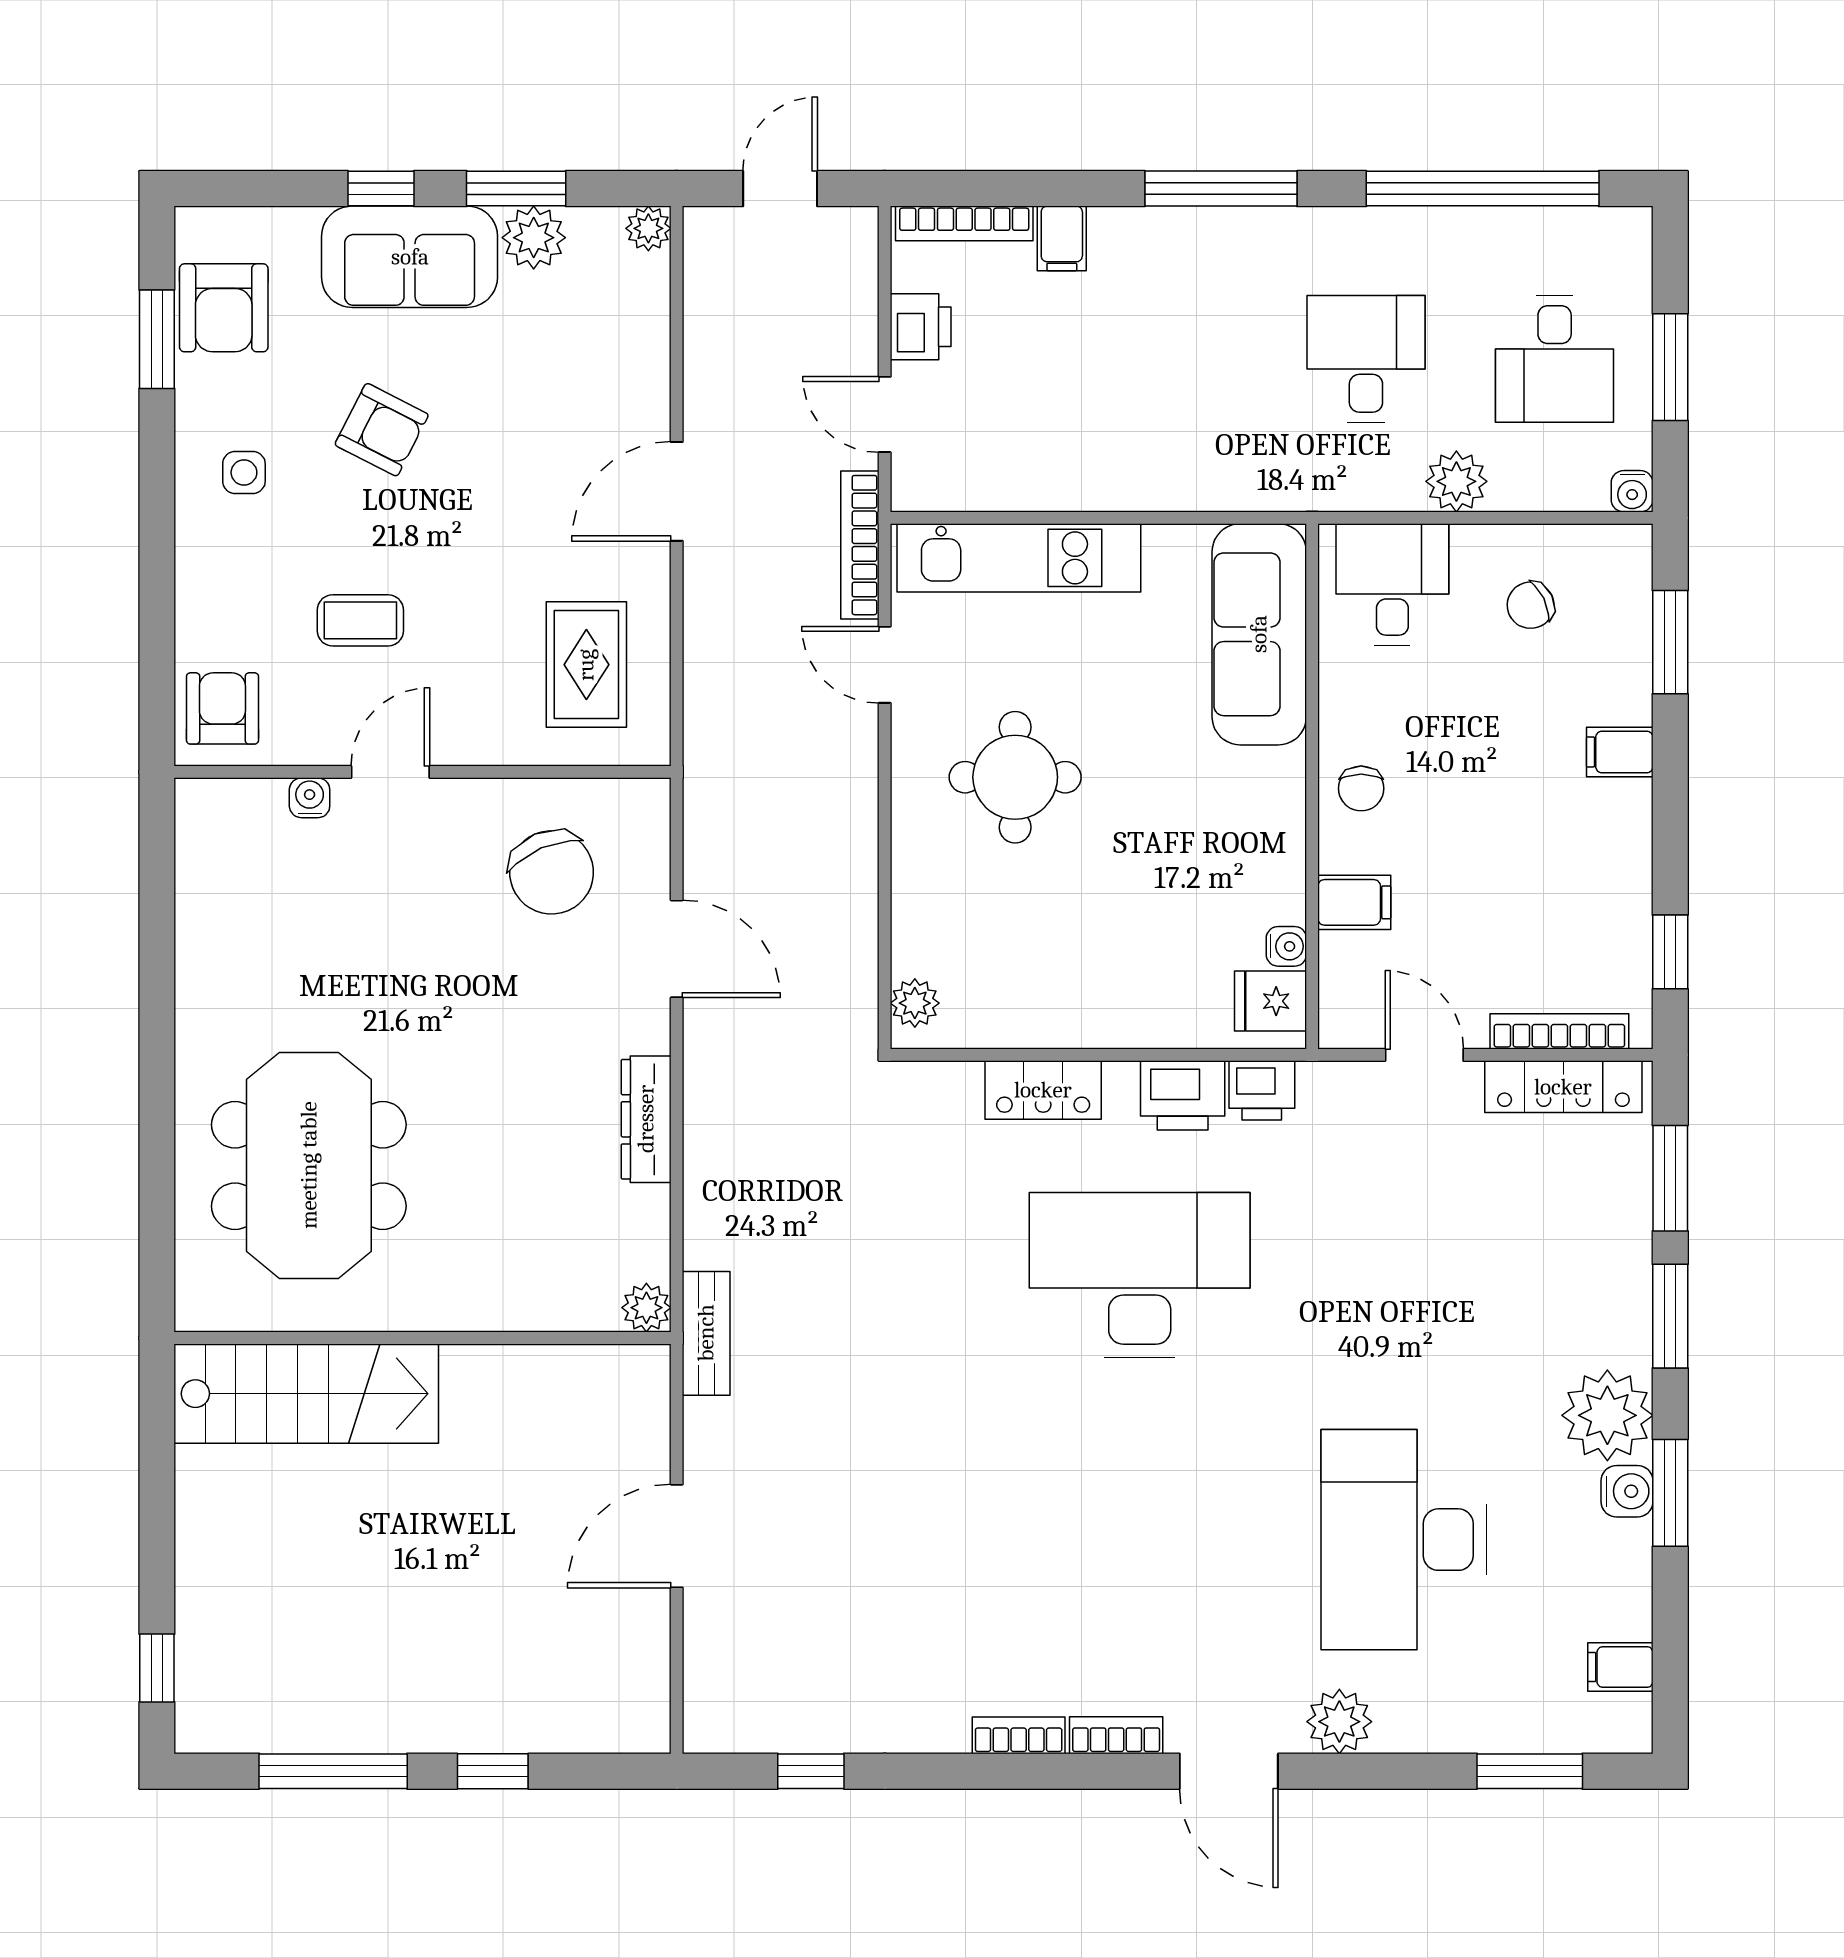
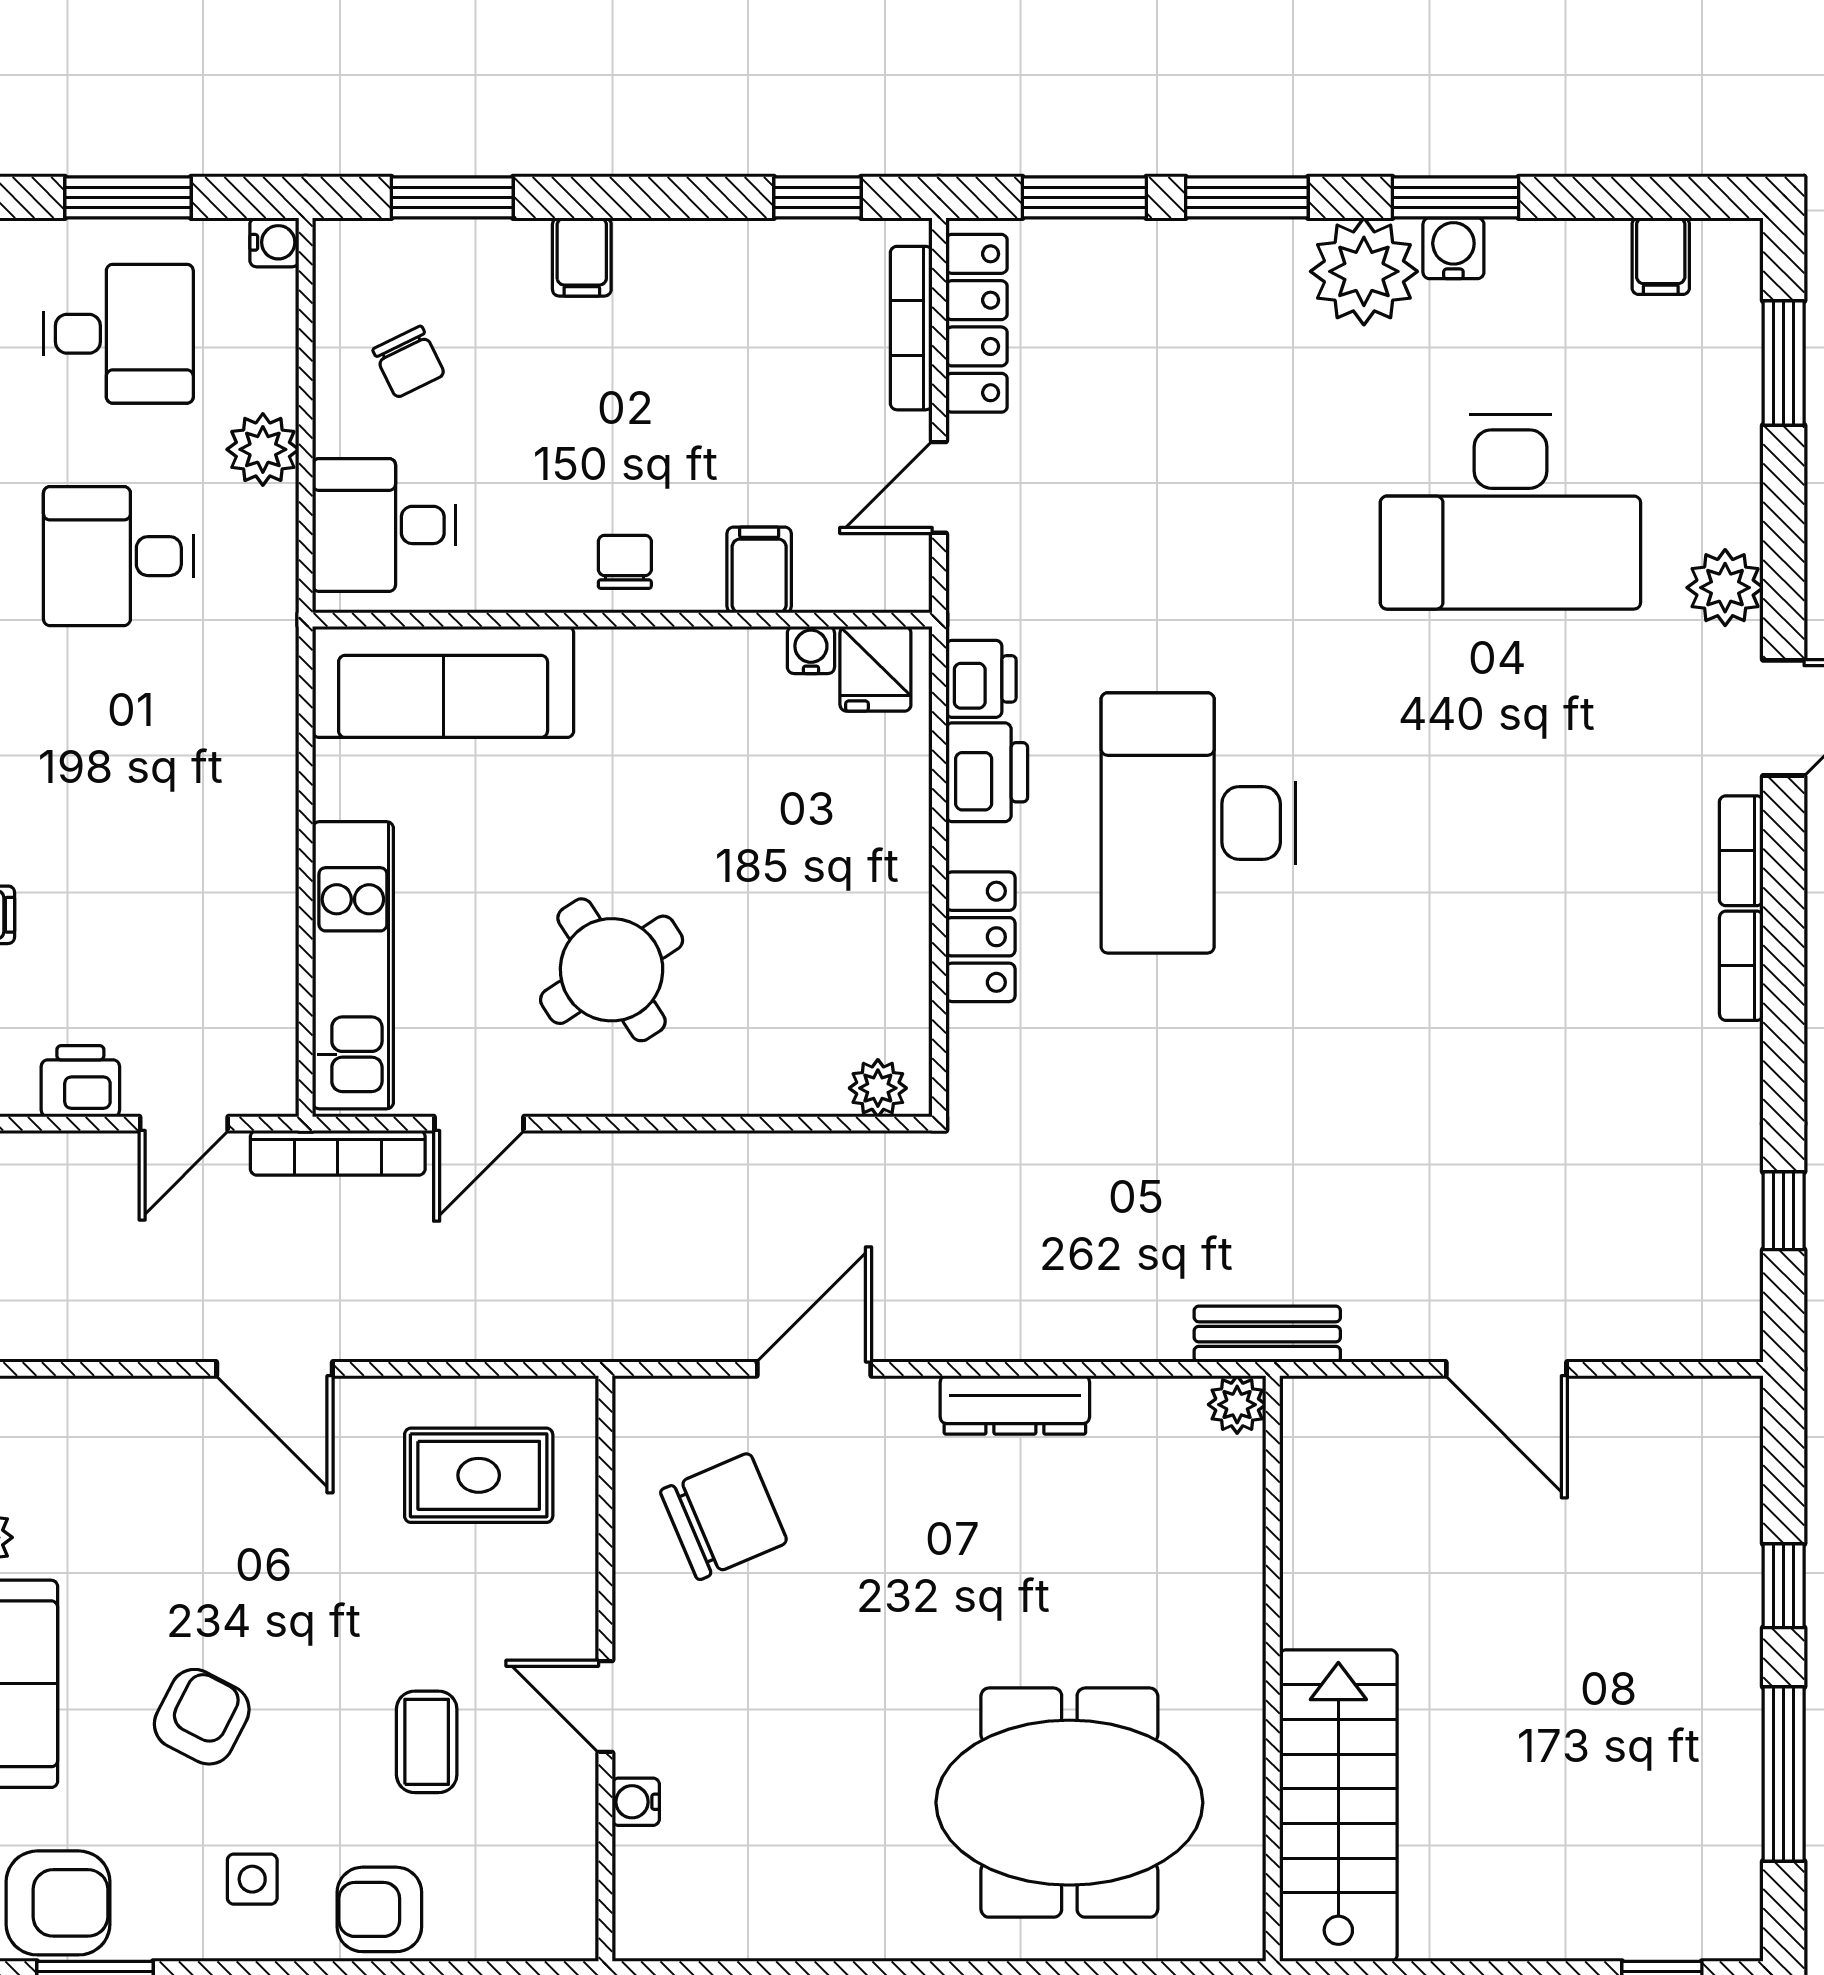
armchair: (222, 708) -> (379, 1909), moved
round table: (1015, 777) -> (612, 970), turned -33
chair: (1361, 788) -> (625, 562), turned -90

